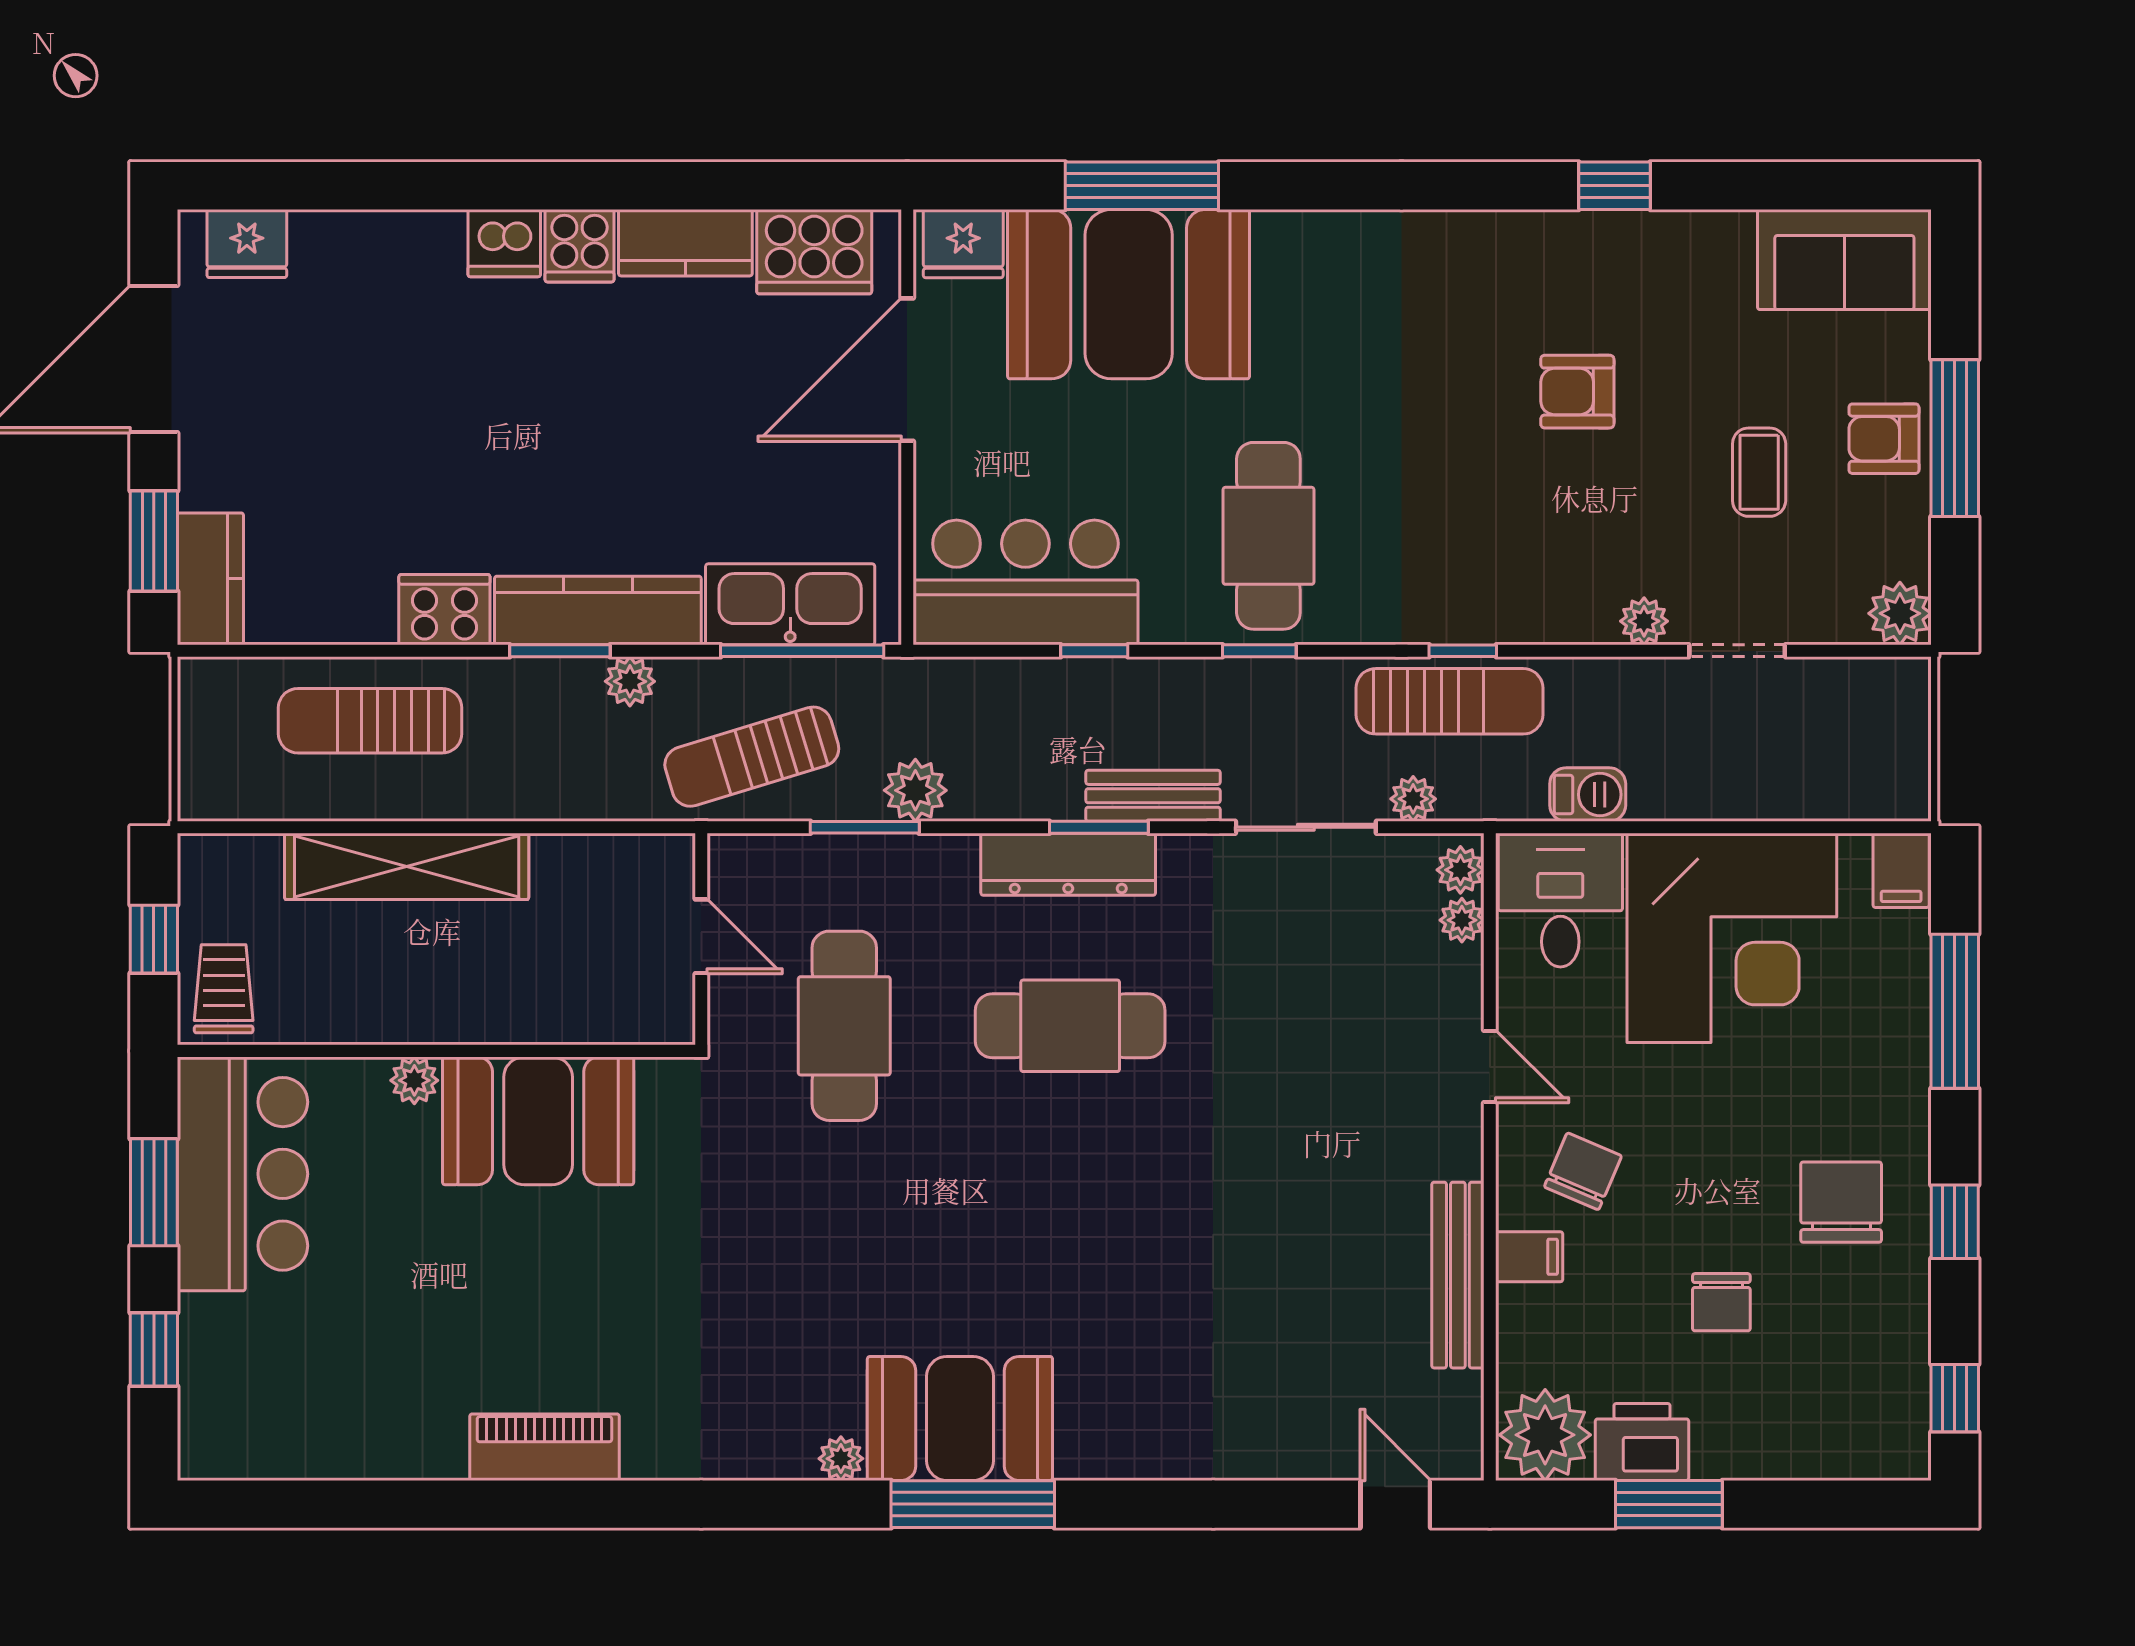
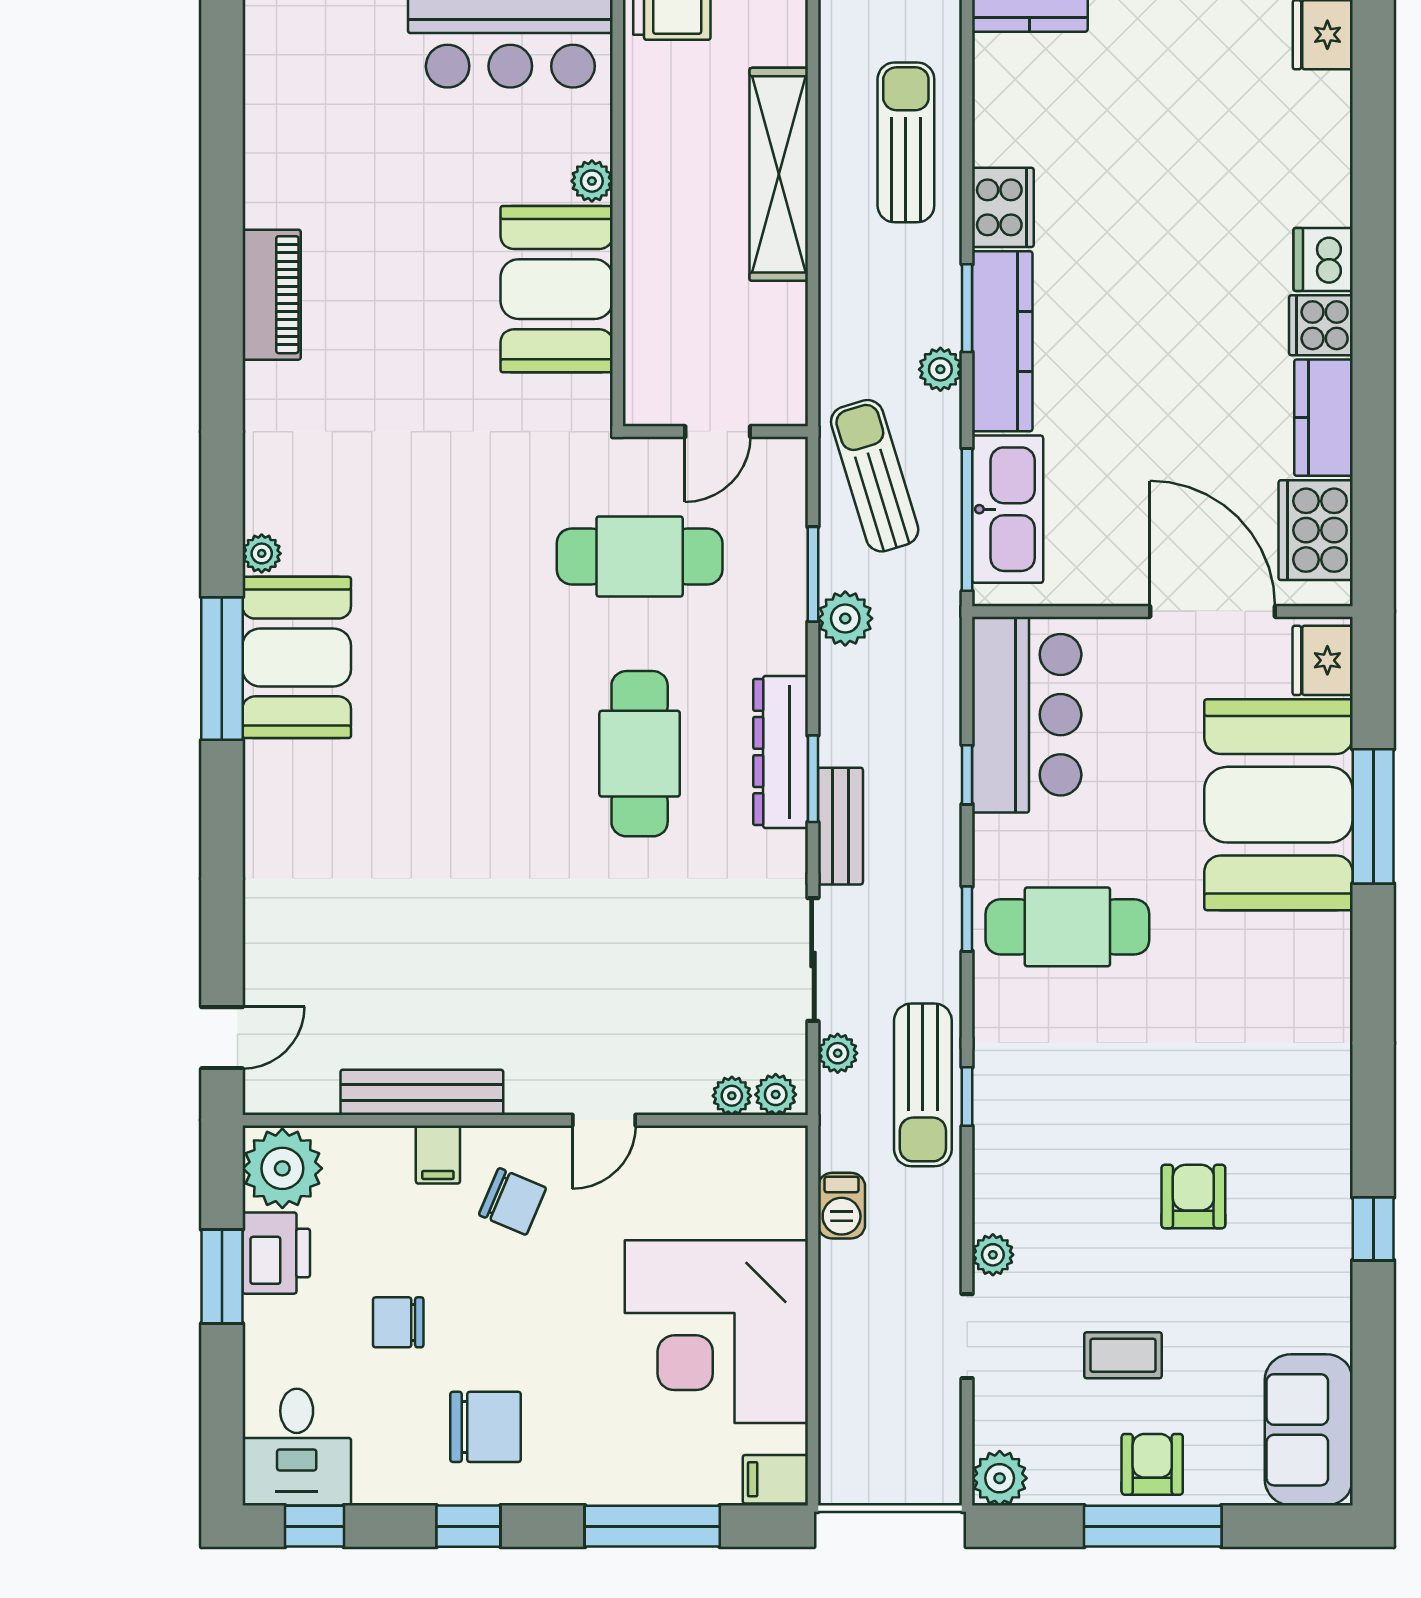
desk: (1560, 900) -> (297, 1447), moved, turned 90

